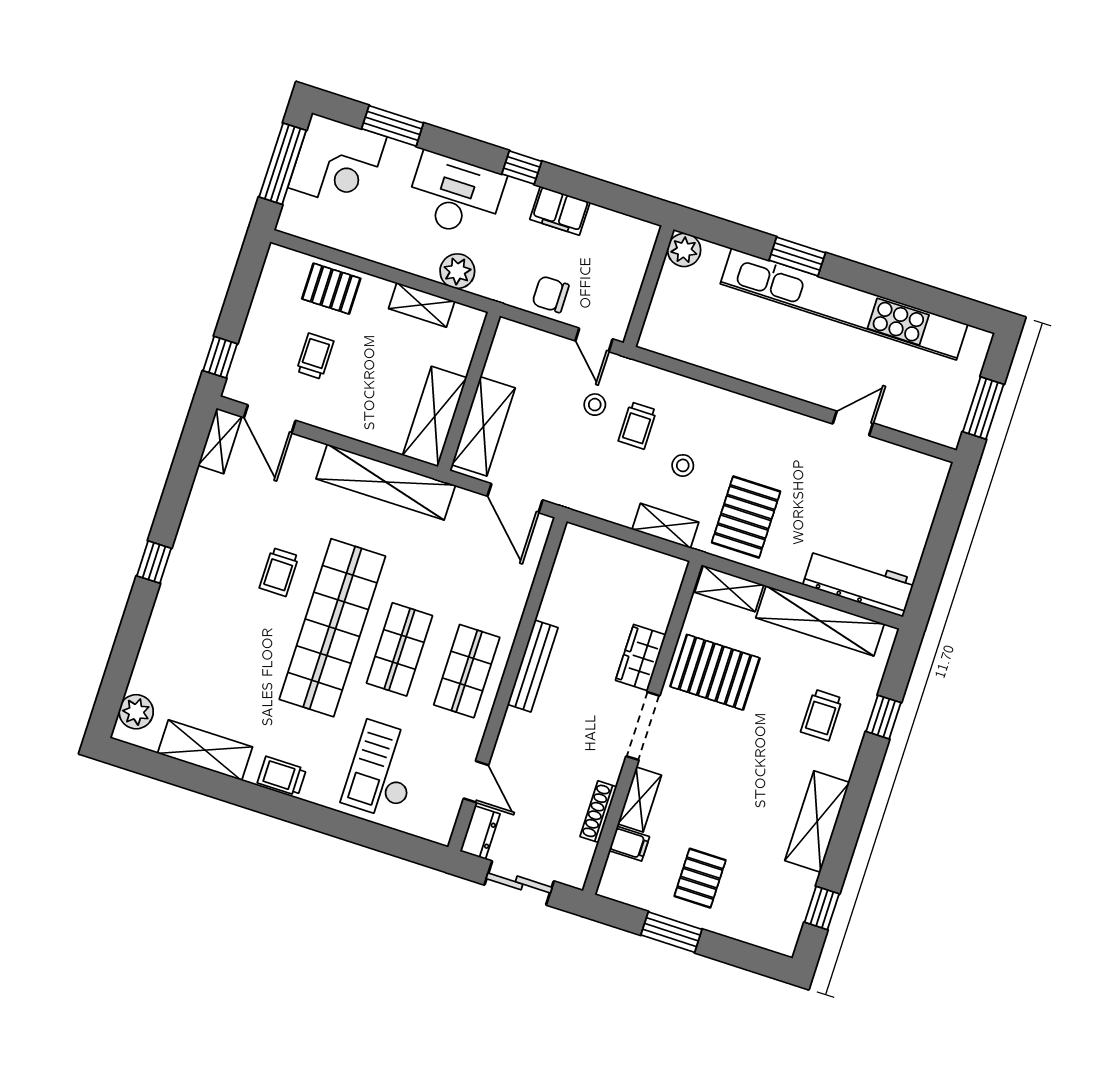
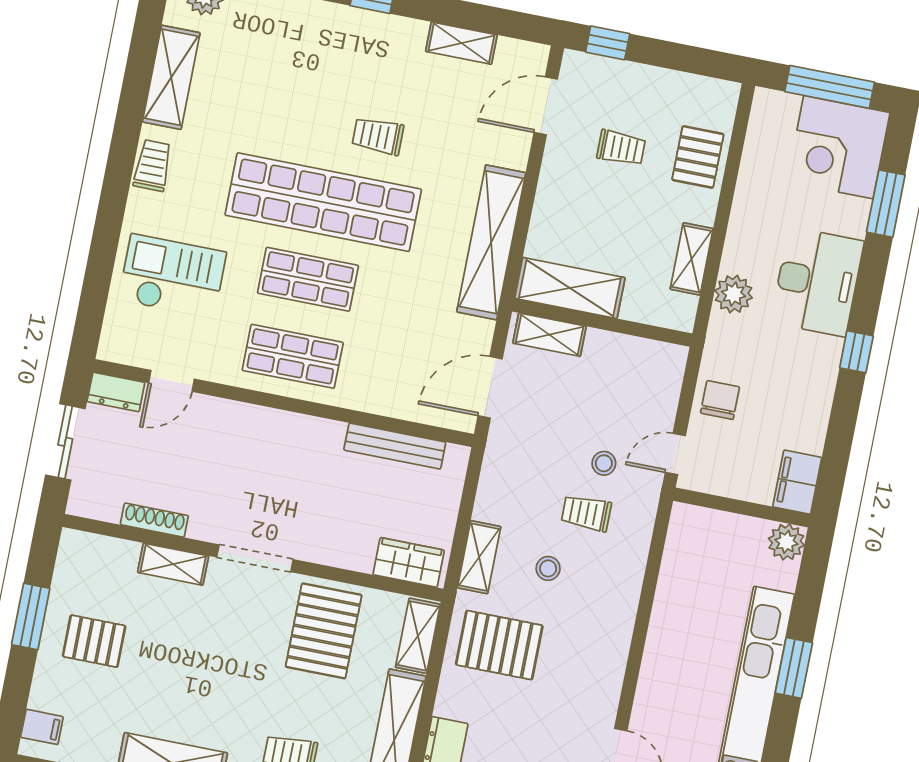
filing cabinet: (560, 211) -> (797, 482), moved
shelving: (483, 426) -> (549, 335), width x0.67, depth x0.75
shelving: (220, 441) -> (461, 43), moved
wardrobe: (641, 658) -> (409, 562), moved
bench: (533, 666) -> (395, 446), moved
filing cabinet: (629, 844) -> (42, 727), moved, turned -90

